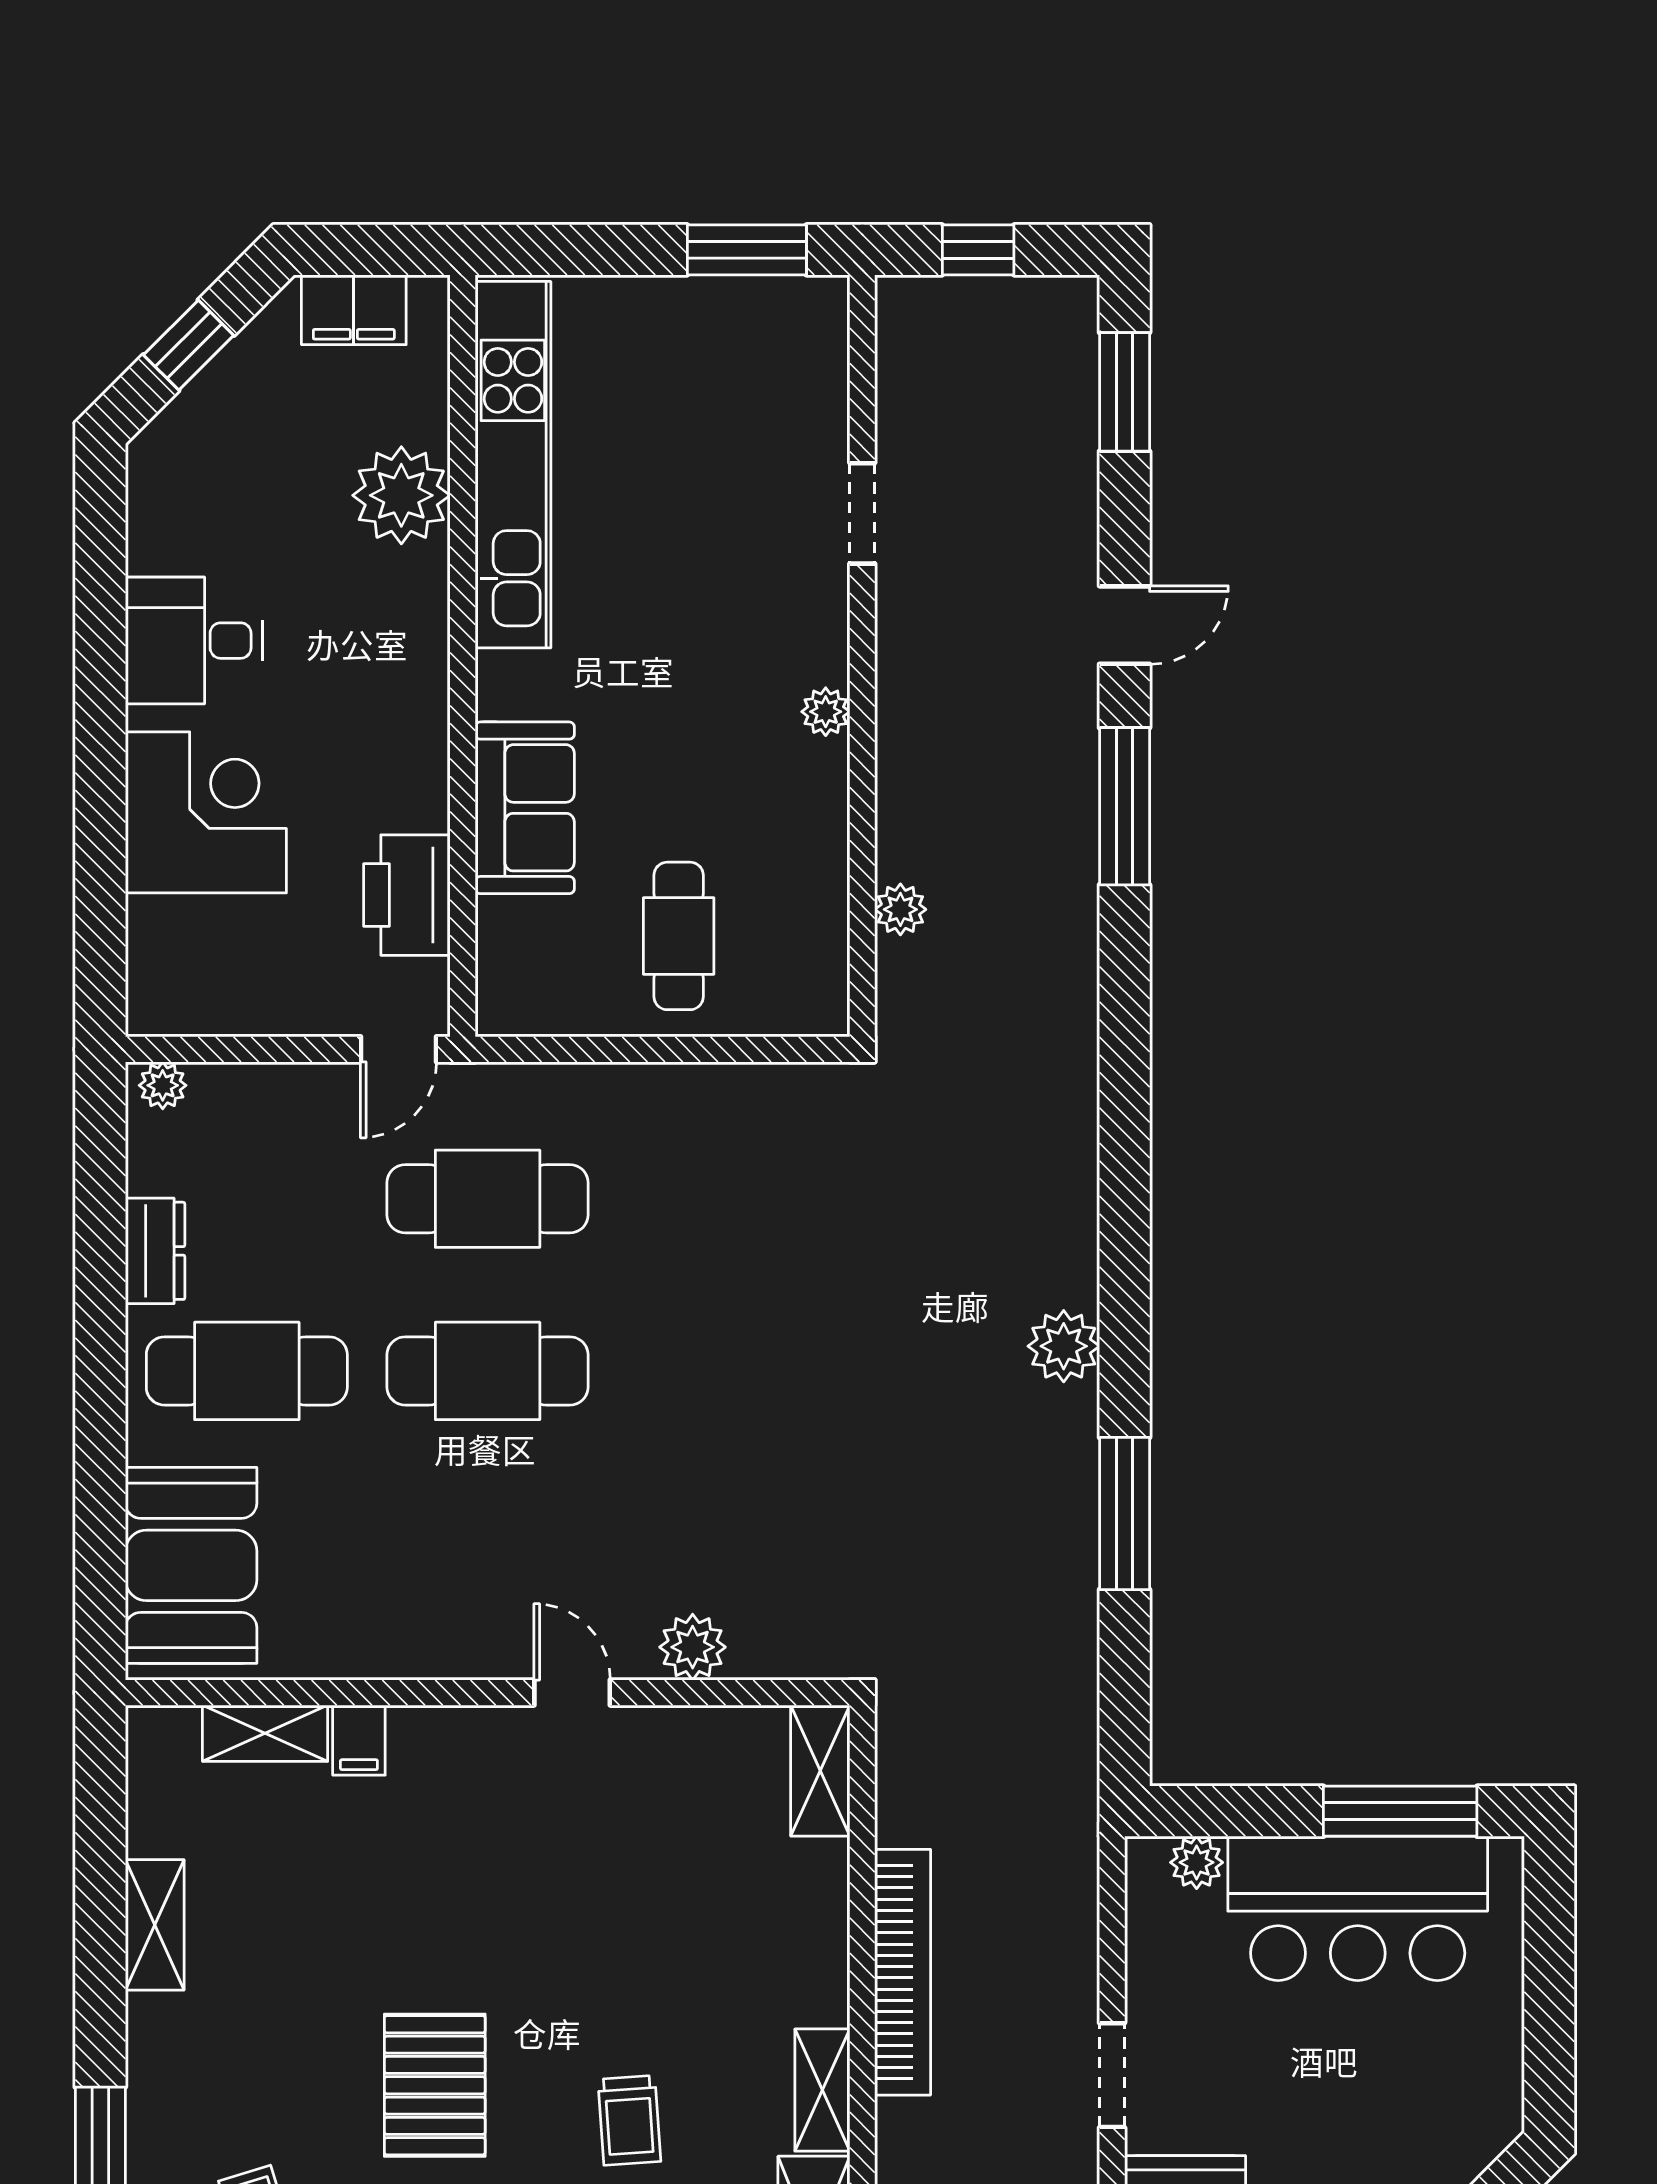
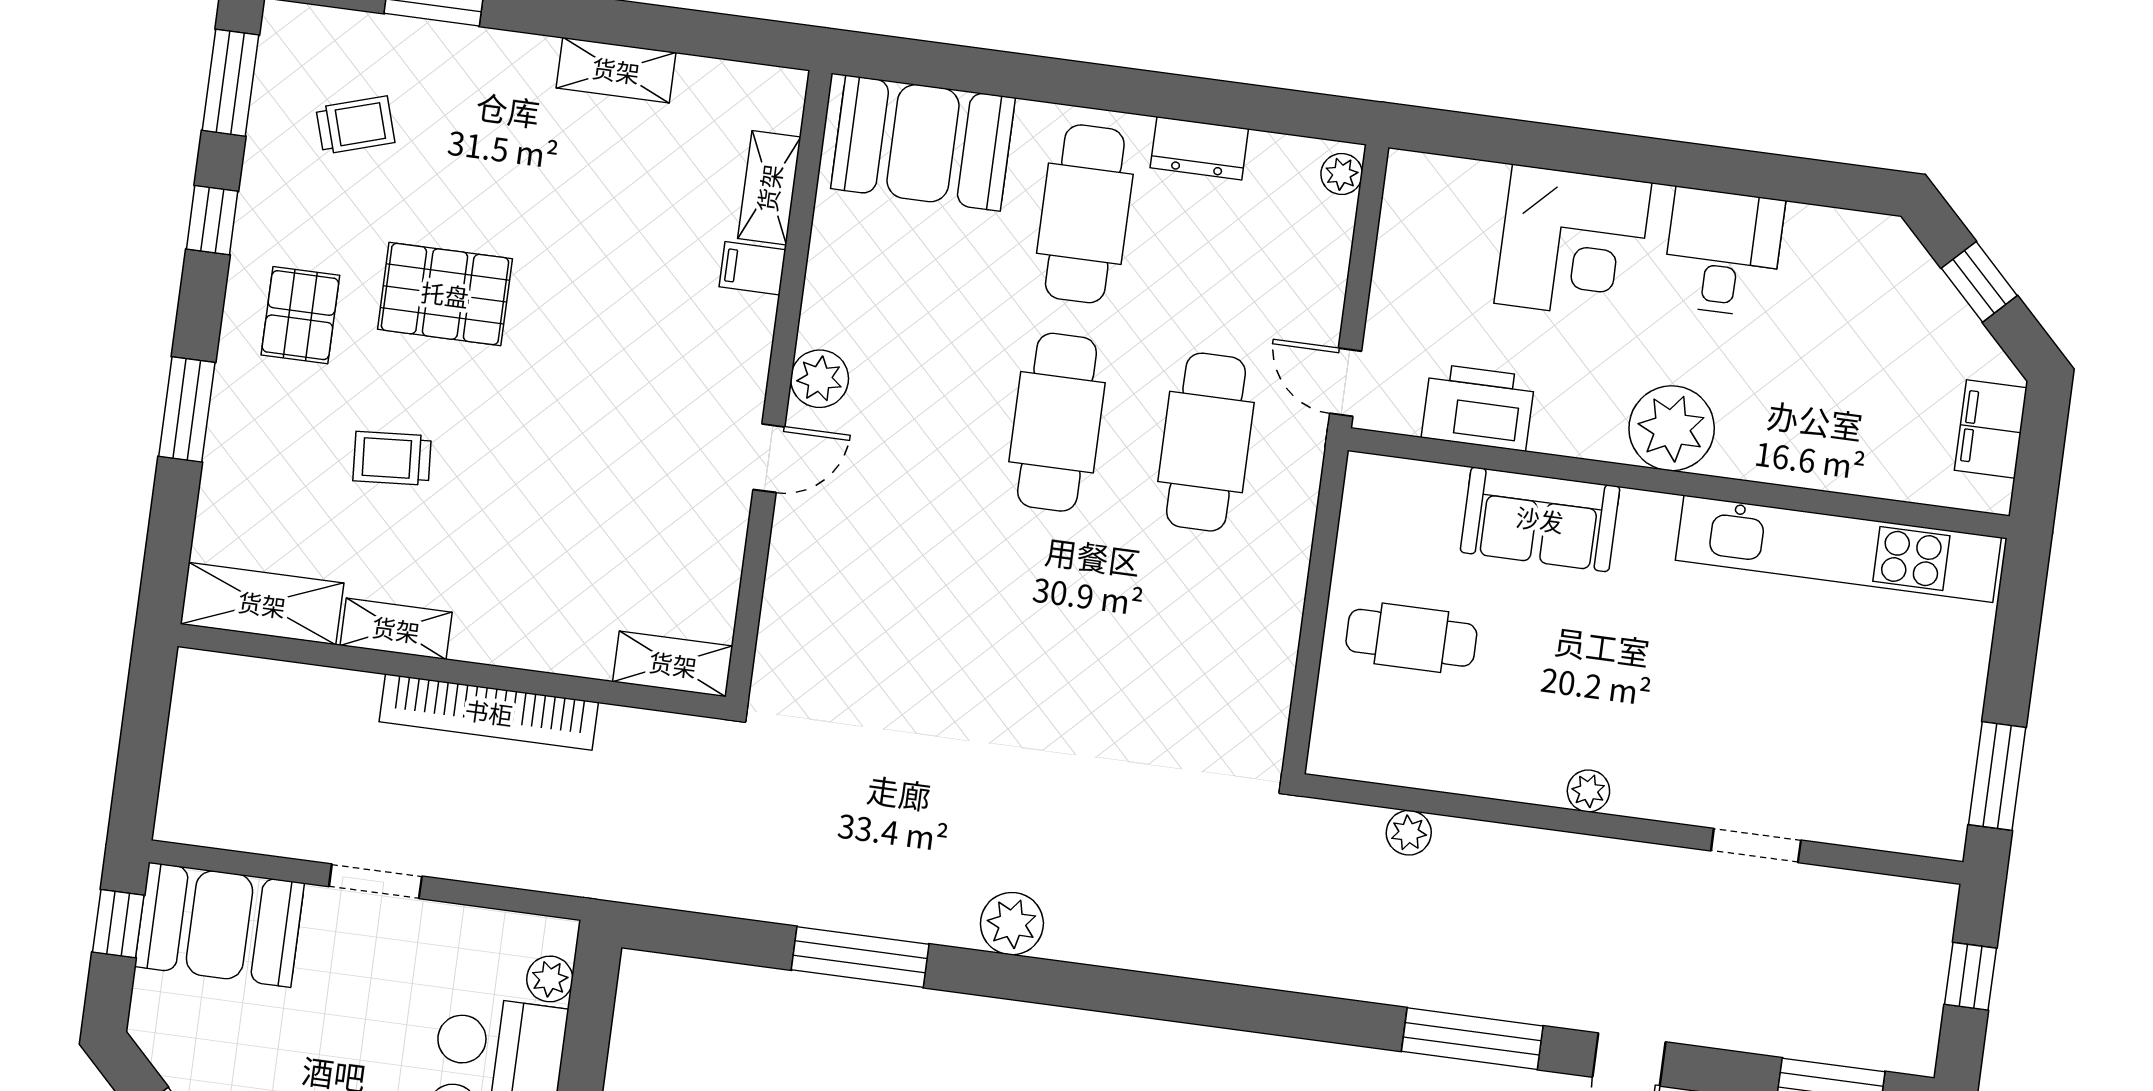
plant: (401, 495) -> (1672, 428), moved
plant: (693, 1647) -> (820, 379), moved

